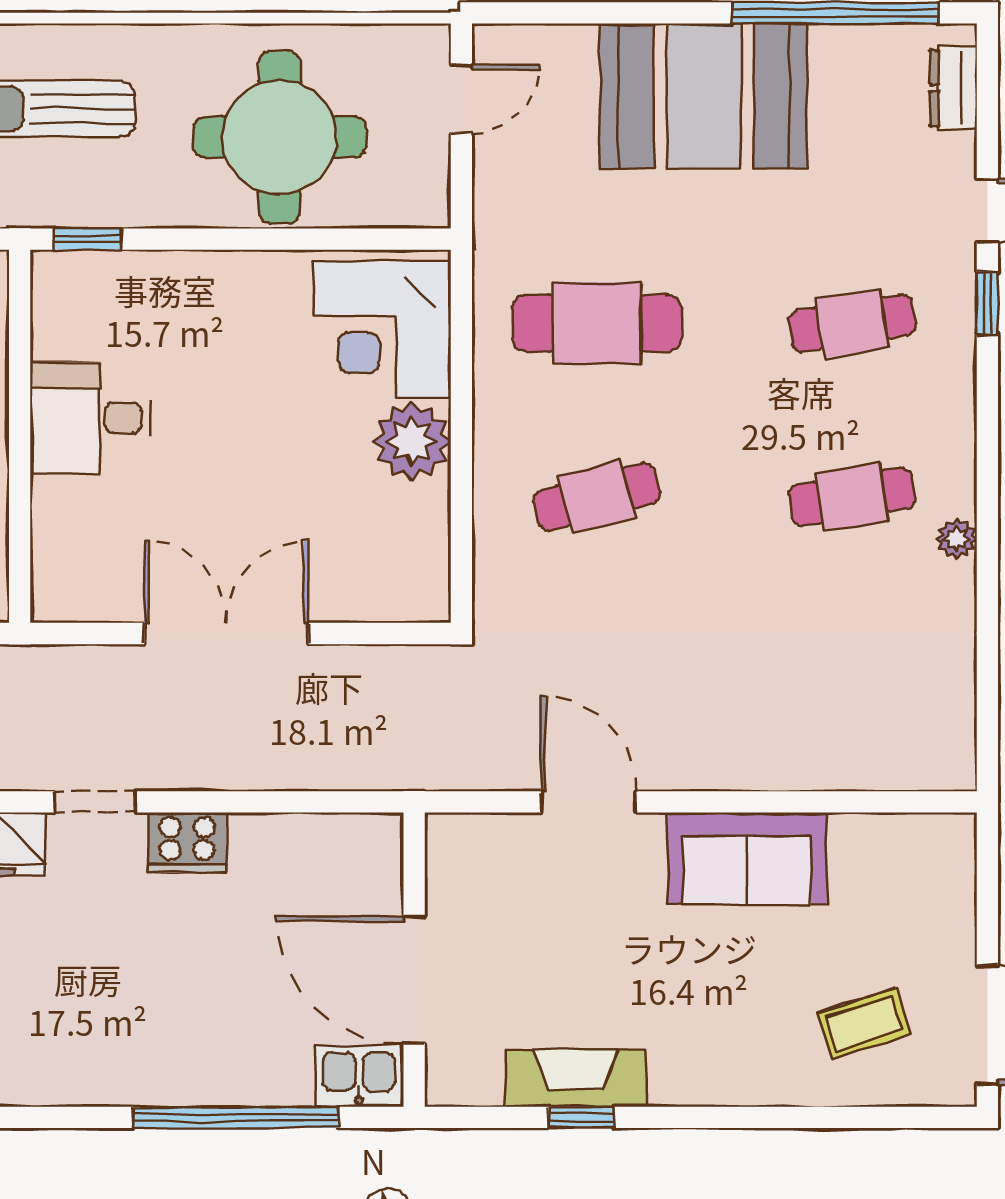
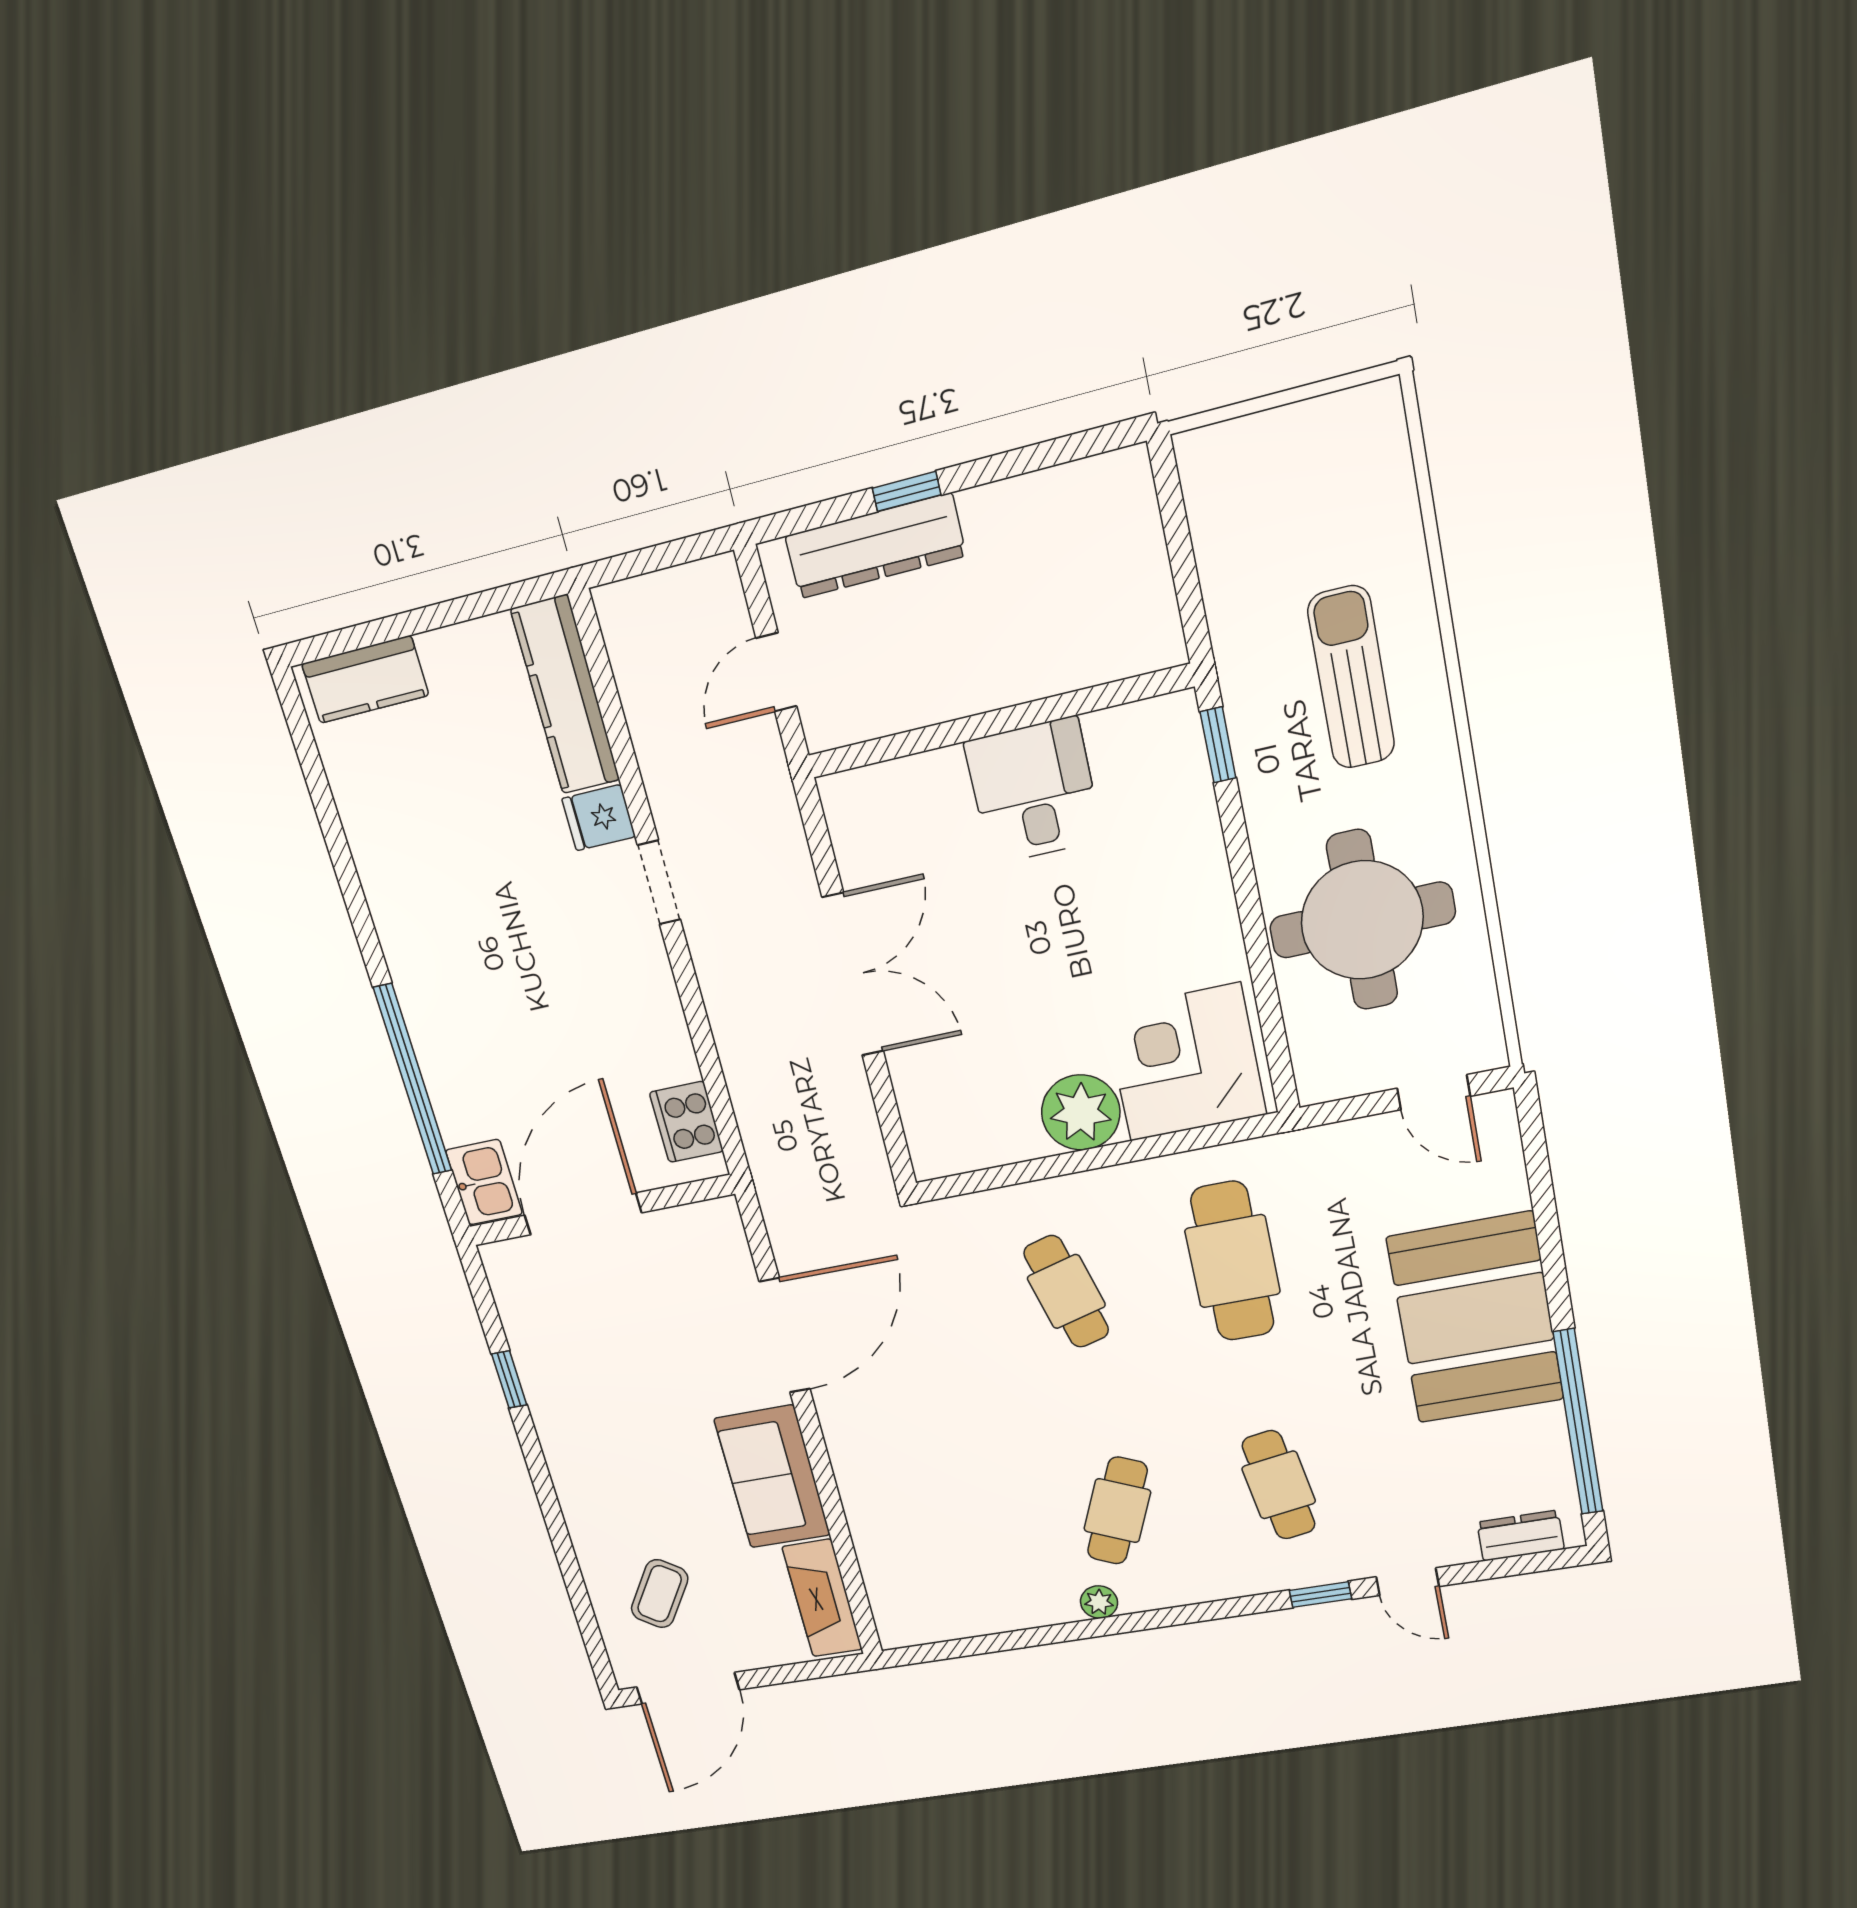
cafe table: (852, 497) -> (1117, 1511), turned 33
door: (588, 802) -> (785, 1335), width x1.36
cooker: (187, 842) -> (686, 1122), moved
coffee table: (864, 1024) -> (660, 1594), turned 52
fireplace: (576, 1078) -> (822, 1598), moved, turned 180

